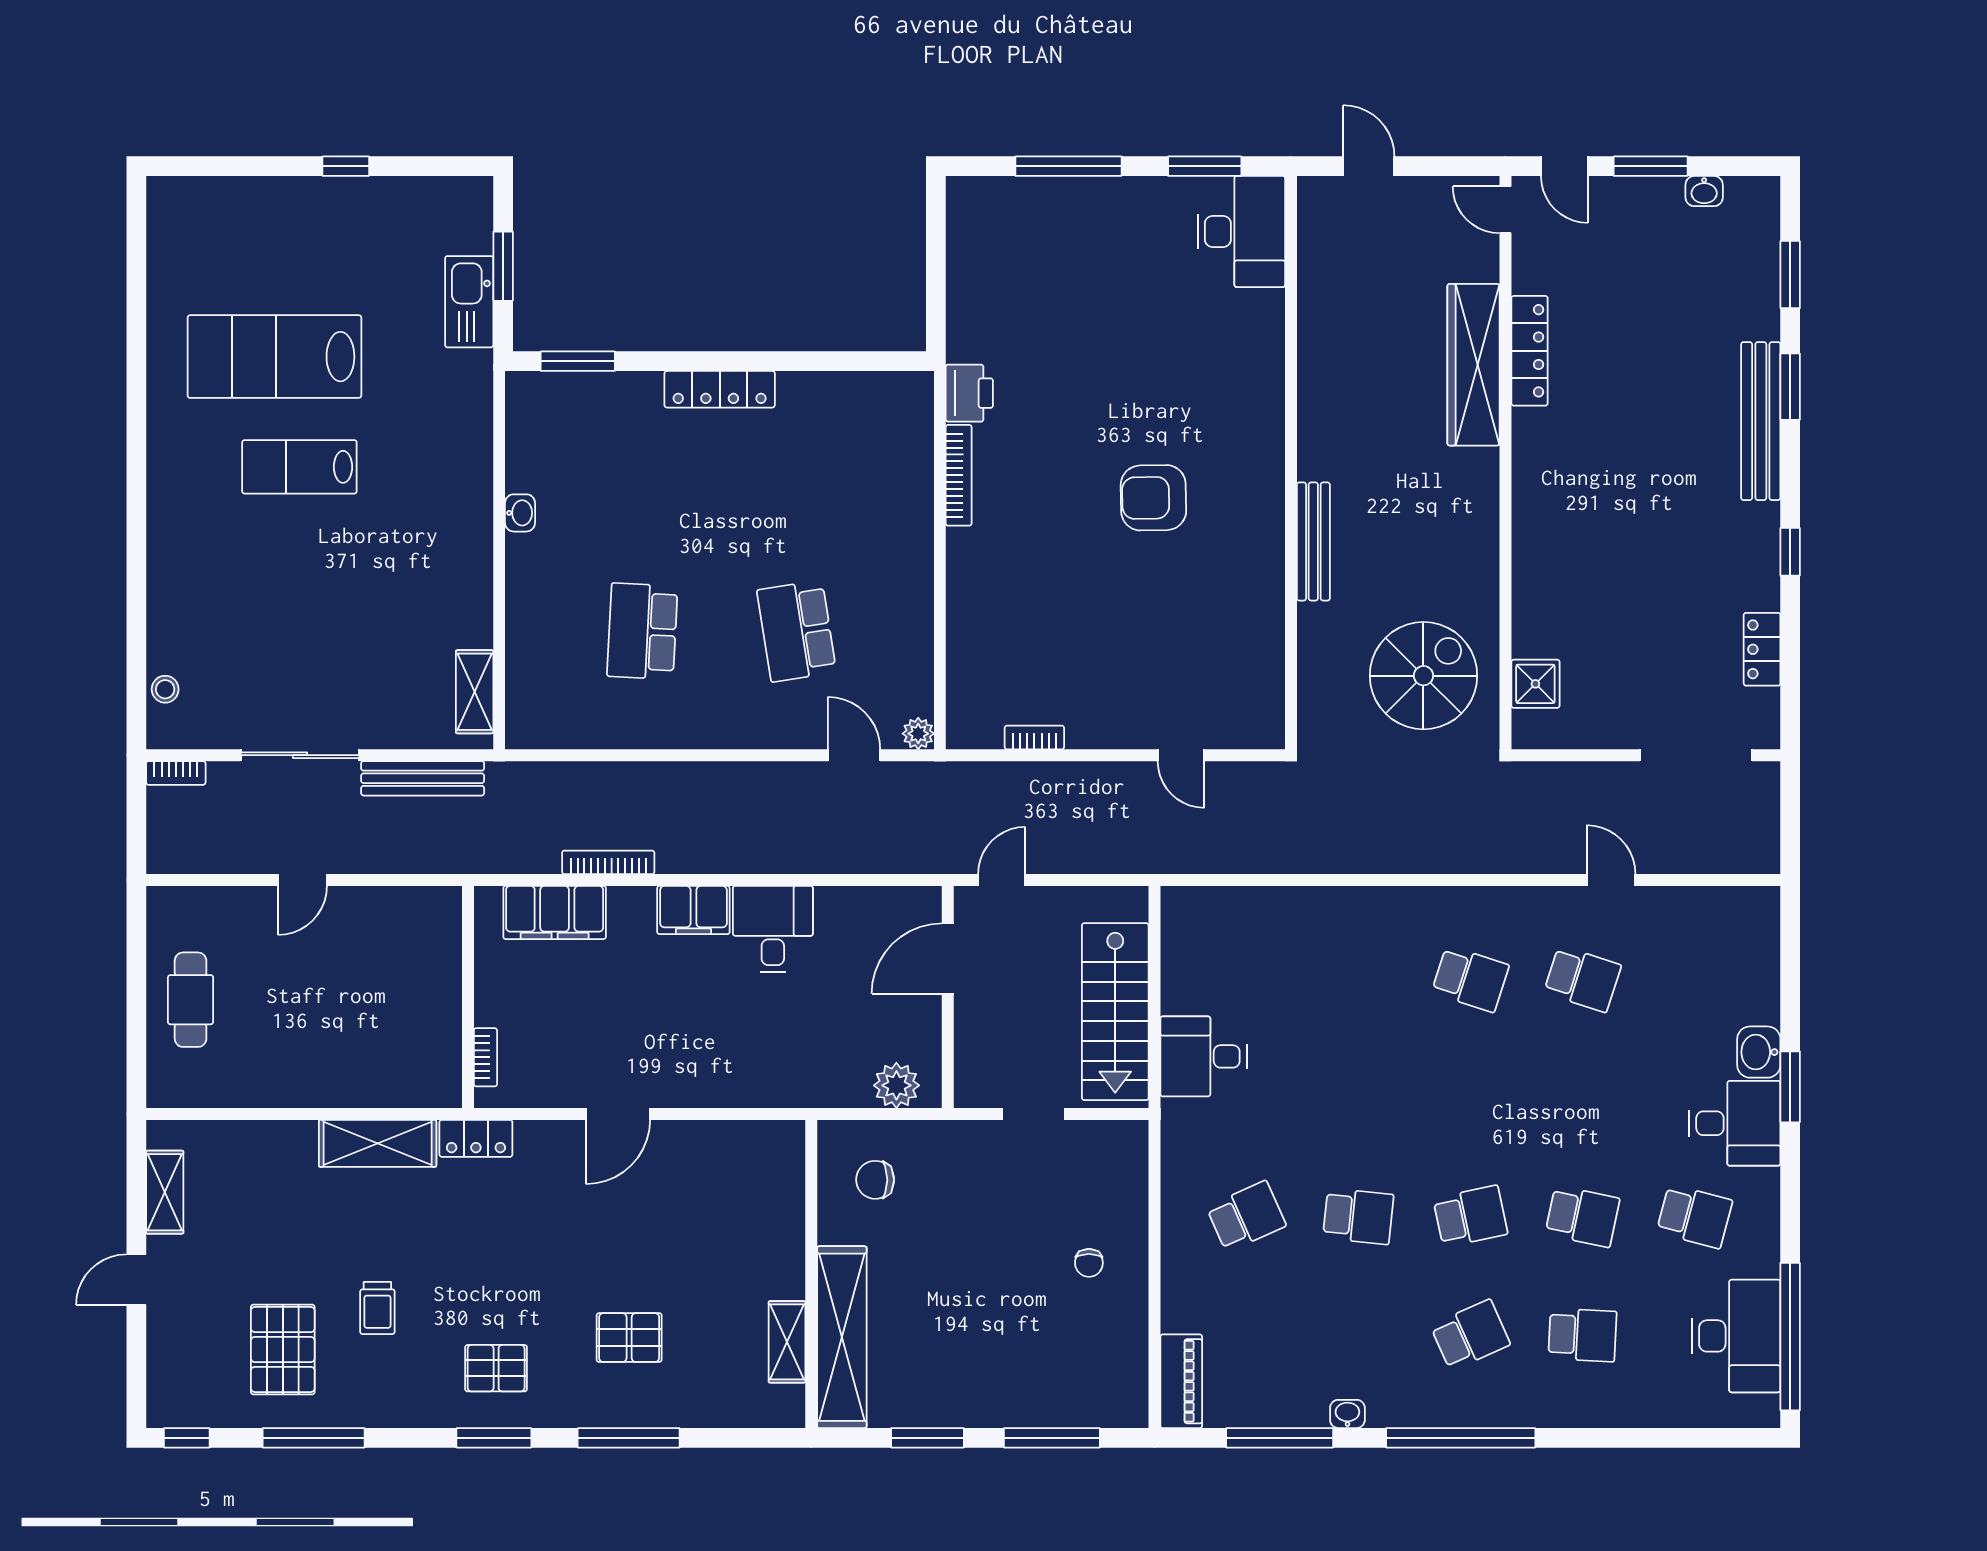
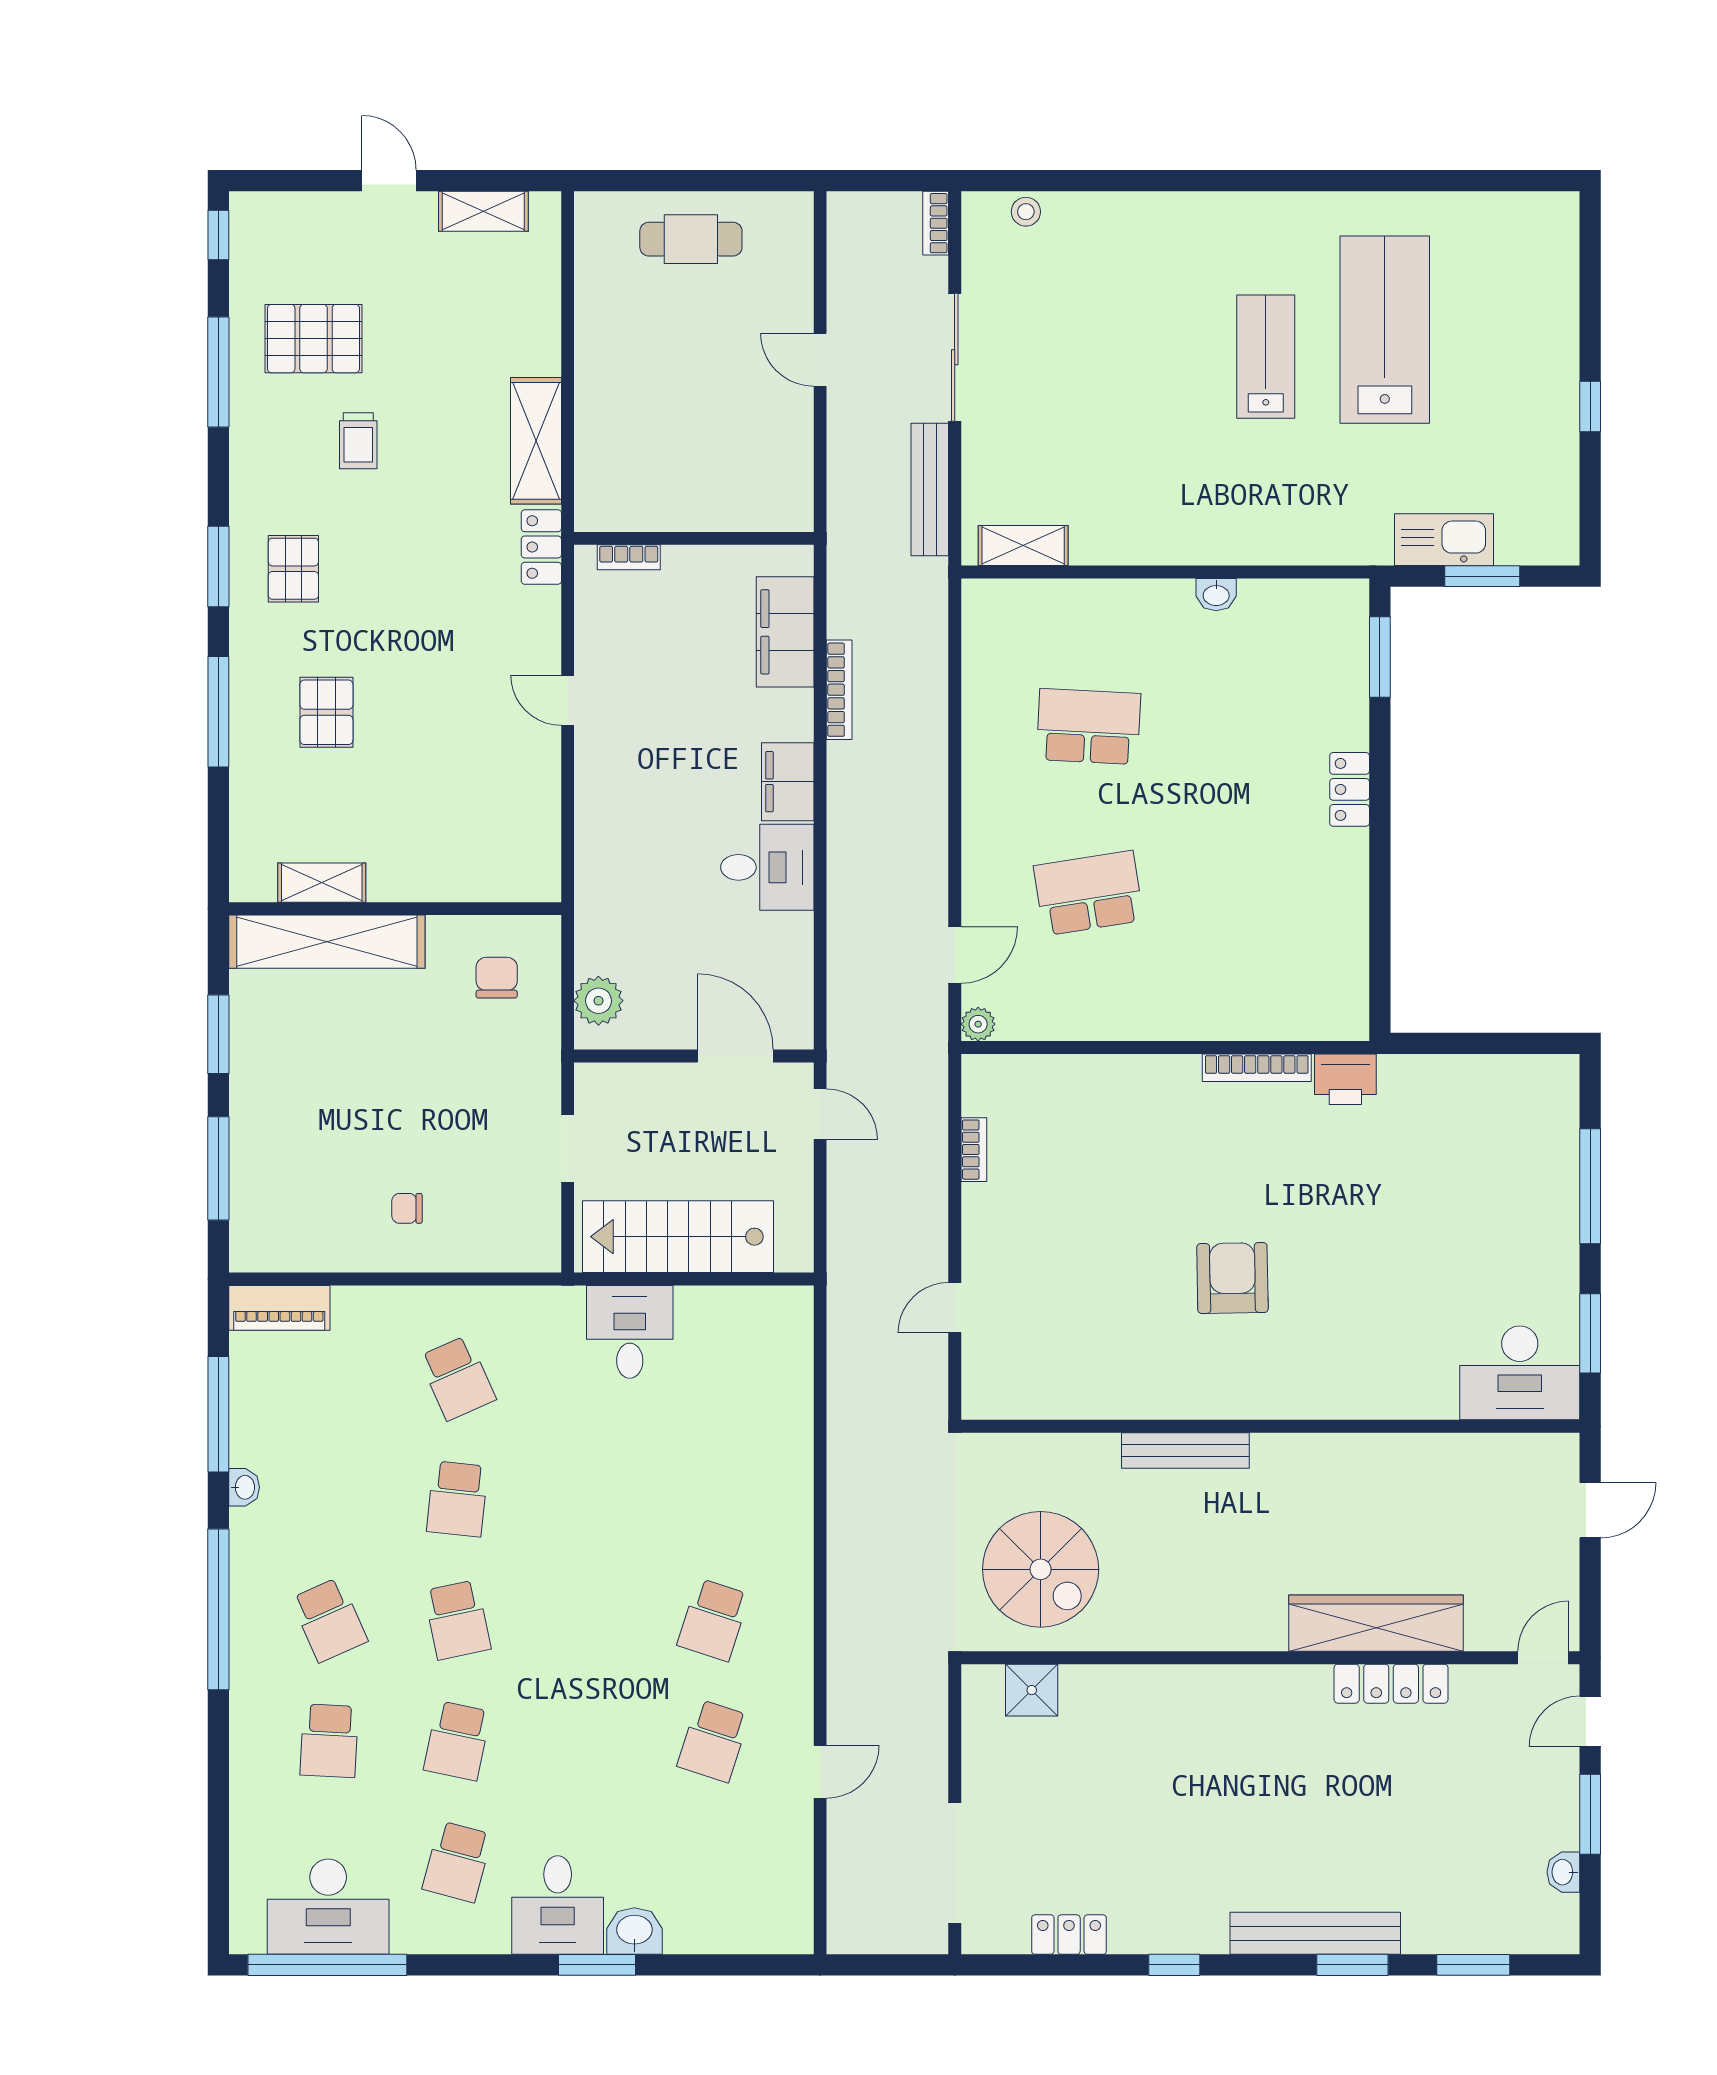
locker: (720, 389) -> (1350, 789), width x0.66
door: (618, 1114) -> (568, 700), width x0.73
trolley: (377, 1308) -> (358, 441), turned -90

